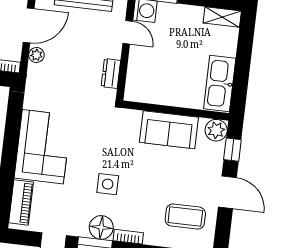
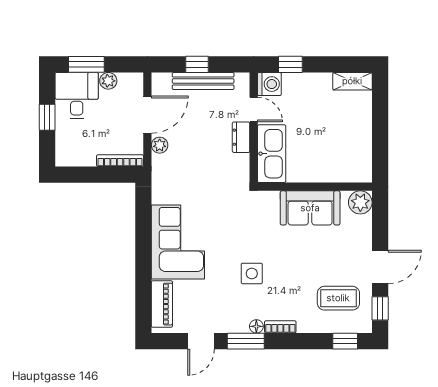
dresser: (111, 74) -> (241, 137), moved
kitchen sink: (220, 83) -> (272, 154), moved, turned 180
window: (232, 150) -> (380, 308), moved
door: (227, 192) -> (380, 267), hinge flipped
floor lamp: (101, 227) -> (256, 326), width x0.53, depth x0.53

